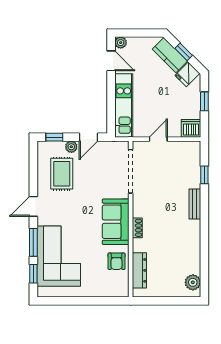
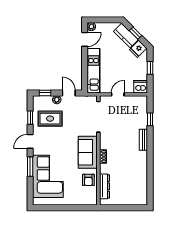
door: (111, 61) -> (85, 39), hinge flipped
door: (88, 137) -> (69, 93), swing flipped
rug: (62, 174) -> (50, 119), turned 90
window: (33, 274) -> (30, 118), moved
plant: (193, 282) -> (142, 195), removed

